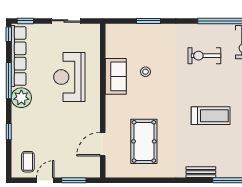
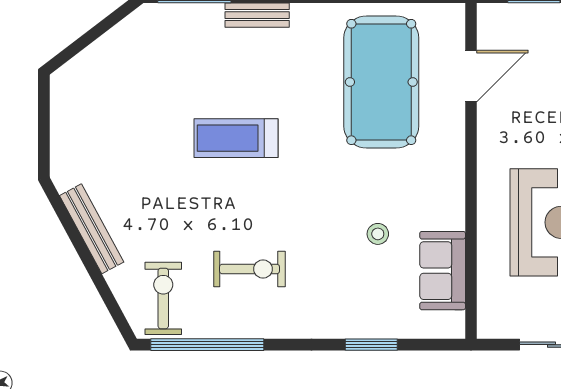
sofa: (116, 76) -> (443, 271), moved
pool table: (144, 141) -> (381, 82), width x1.36, depth x1.32

